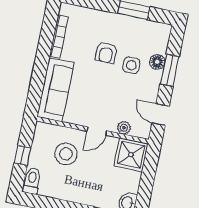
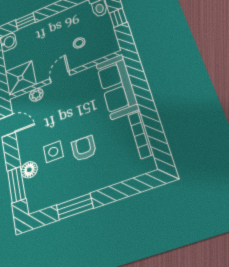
window: (170, 70) -> (16, 185), moved
stool: (66, 154) -> (79, 43), width x0.53, depth x0.53

